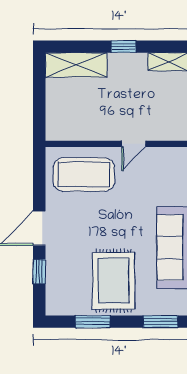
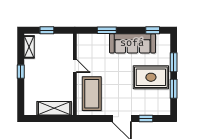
shelving: (76, 65) -> (54, 108), moved, turned 90
window: (161, 322) -> (174, 62), moved

